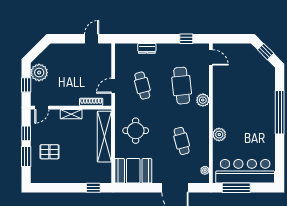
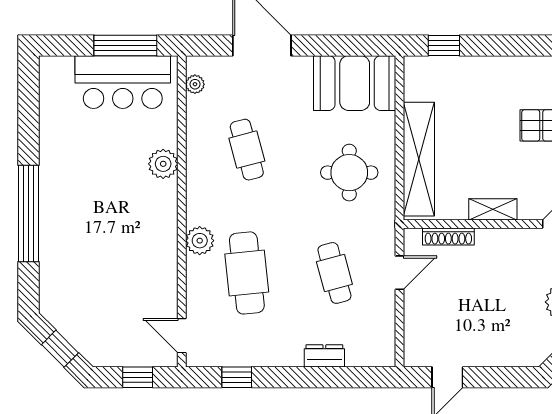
window: (231, 39) -> (138, 377), added
bar counter: (245, 171) -> (123, 82), width x0.73

